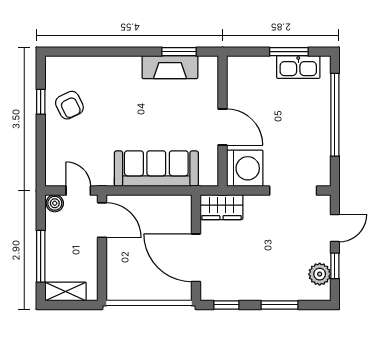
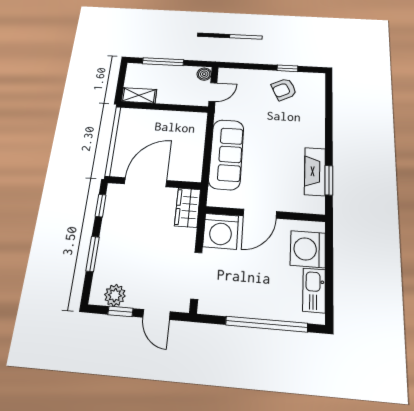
window: (289, 52) -> (329, 282), removed
washing machine: (257, 74) -> (308, 249), added
door: (102, 220) -> (187, 108), removed
shelving: (65, 292) -> (139, 95), moved, turned 90

